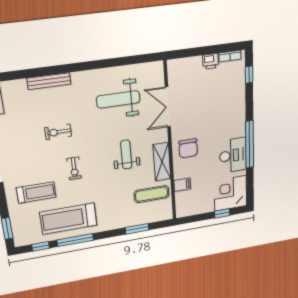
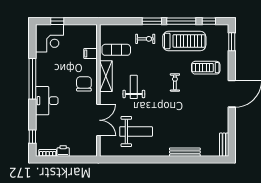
exercise bike: (58, 132) -> (145, 39), moved
weight bench: (126, 155) -> (134, 87), turned 180
desk: (233, 155) -> (47, 101), moved
window: (137, 229) -> (152, 21), moved

